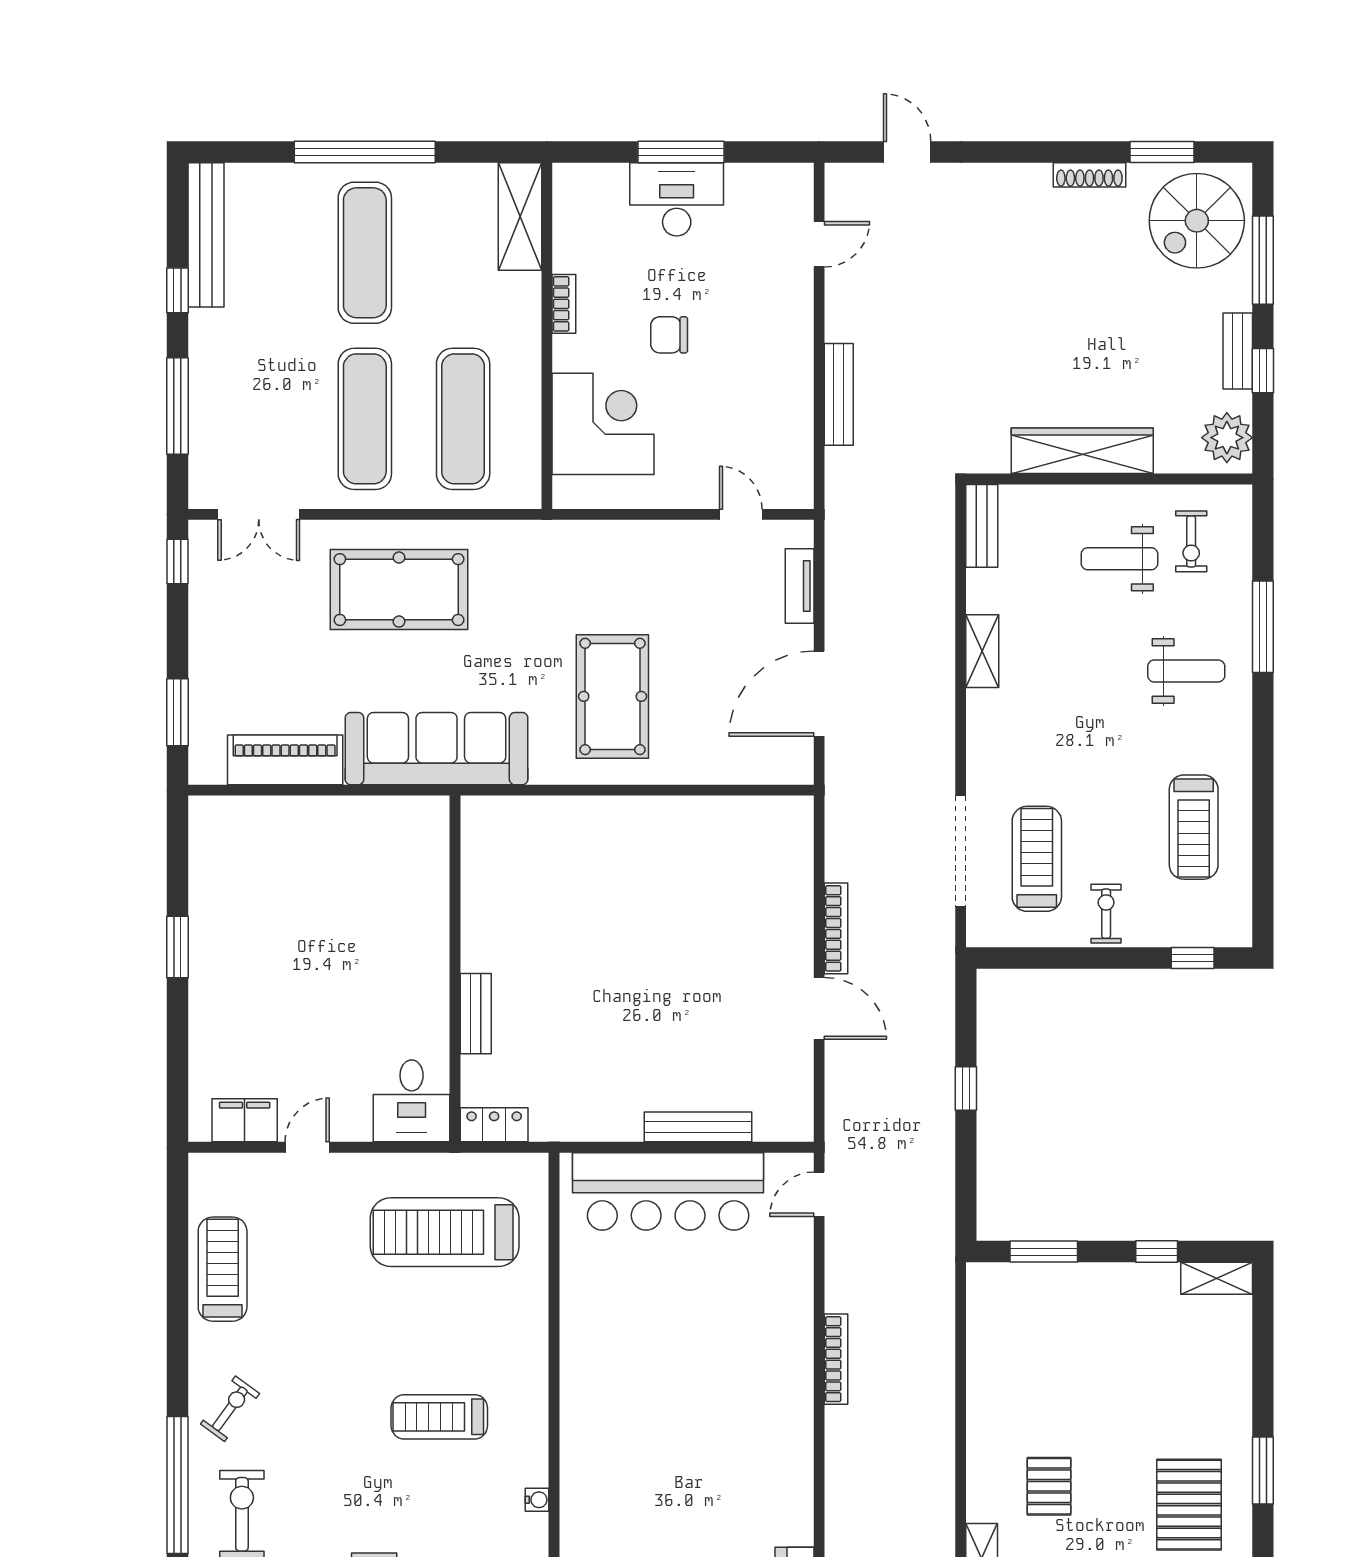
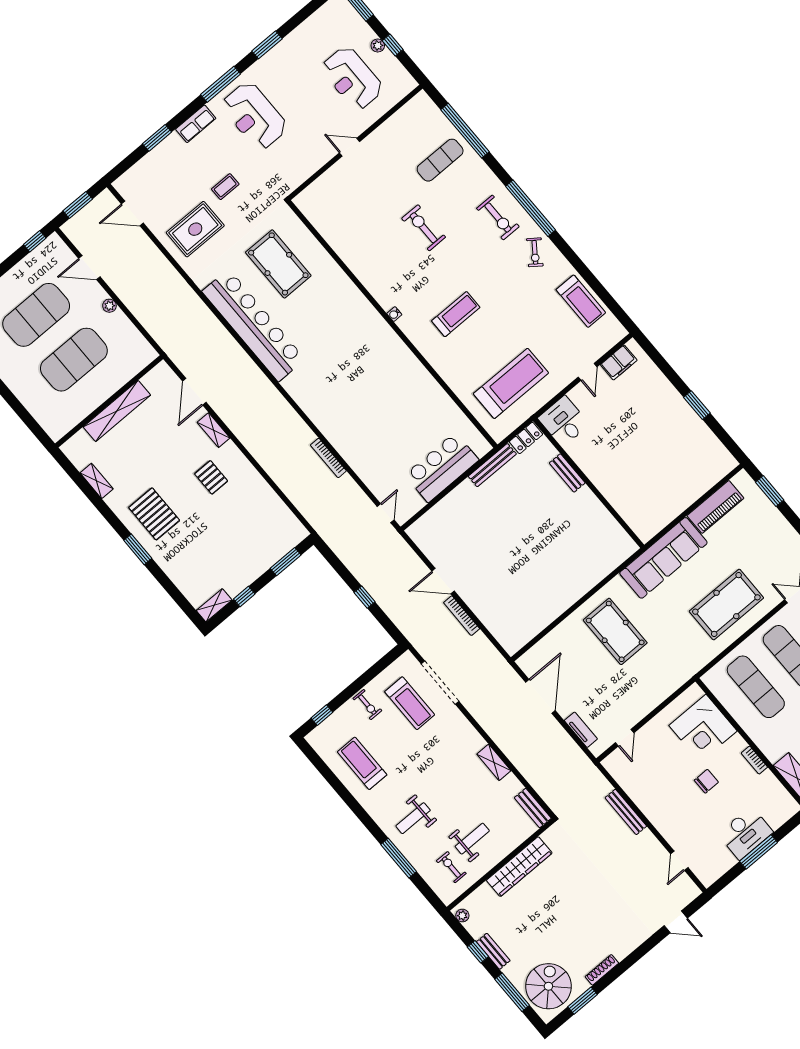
plant: (1227, 438) -> (462, 916), width x0.53, depth x0.53
door: (741, 514) -> (625, 738), hinge flipped
bench: (698, 1127) -> (492, 465), moved
bar counter: (668, 1191) -> (442, 467), width x0.73

